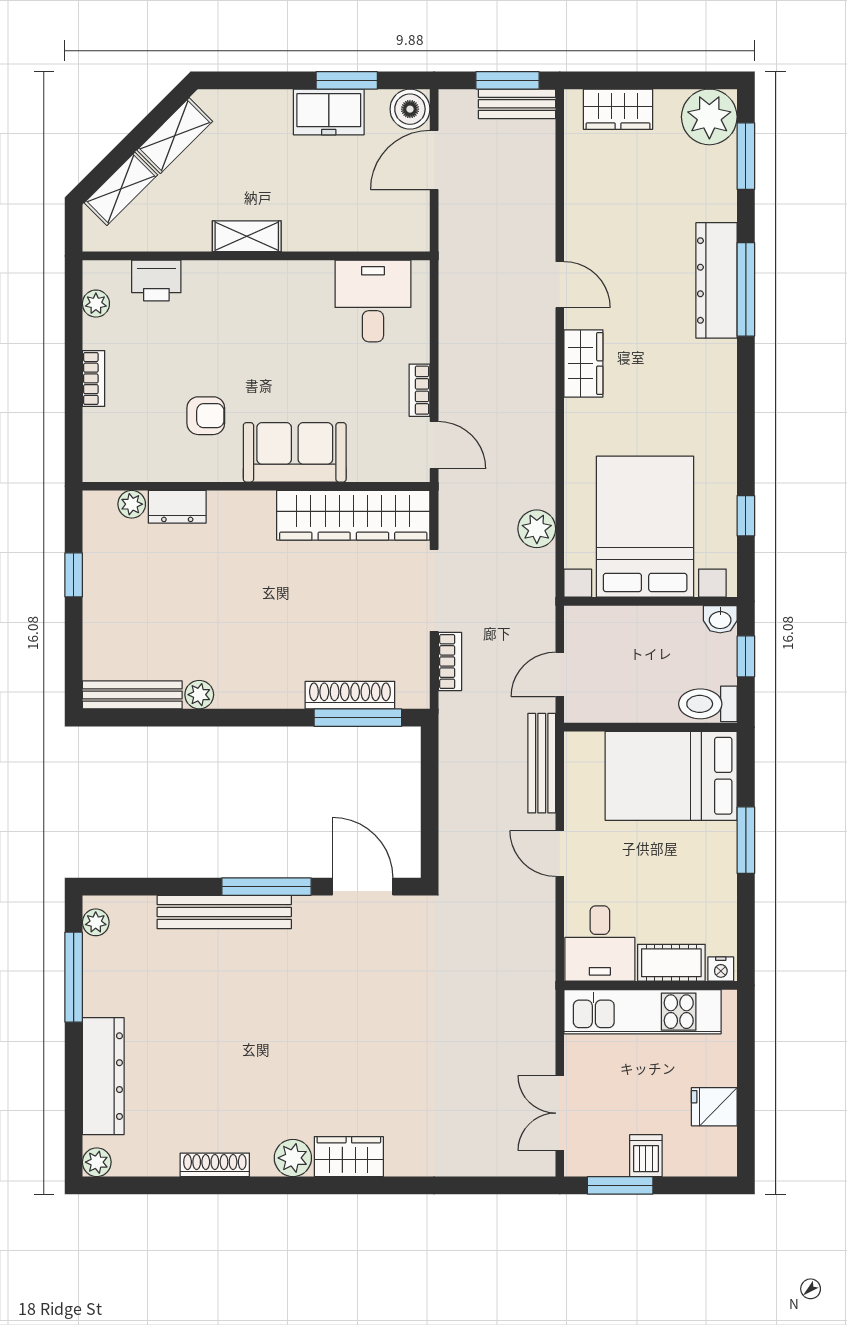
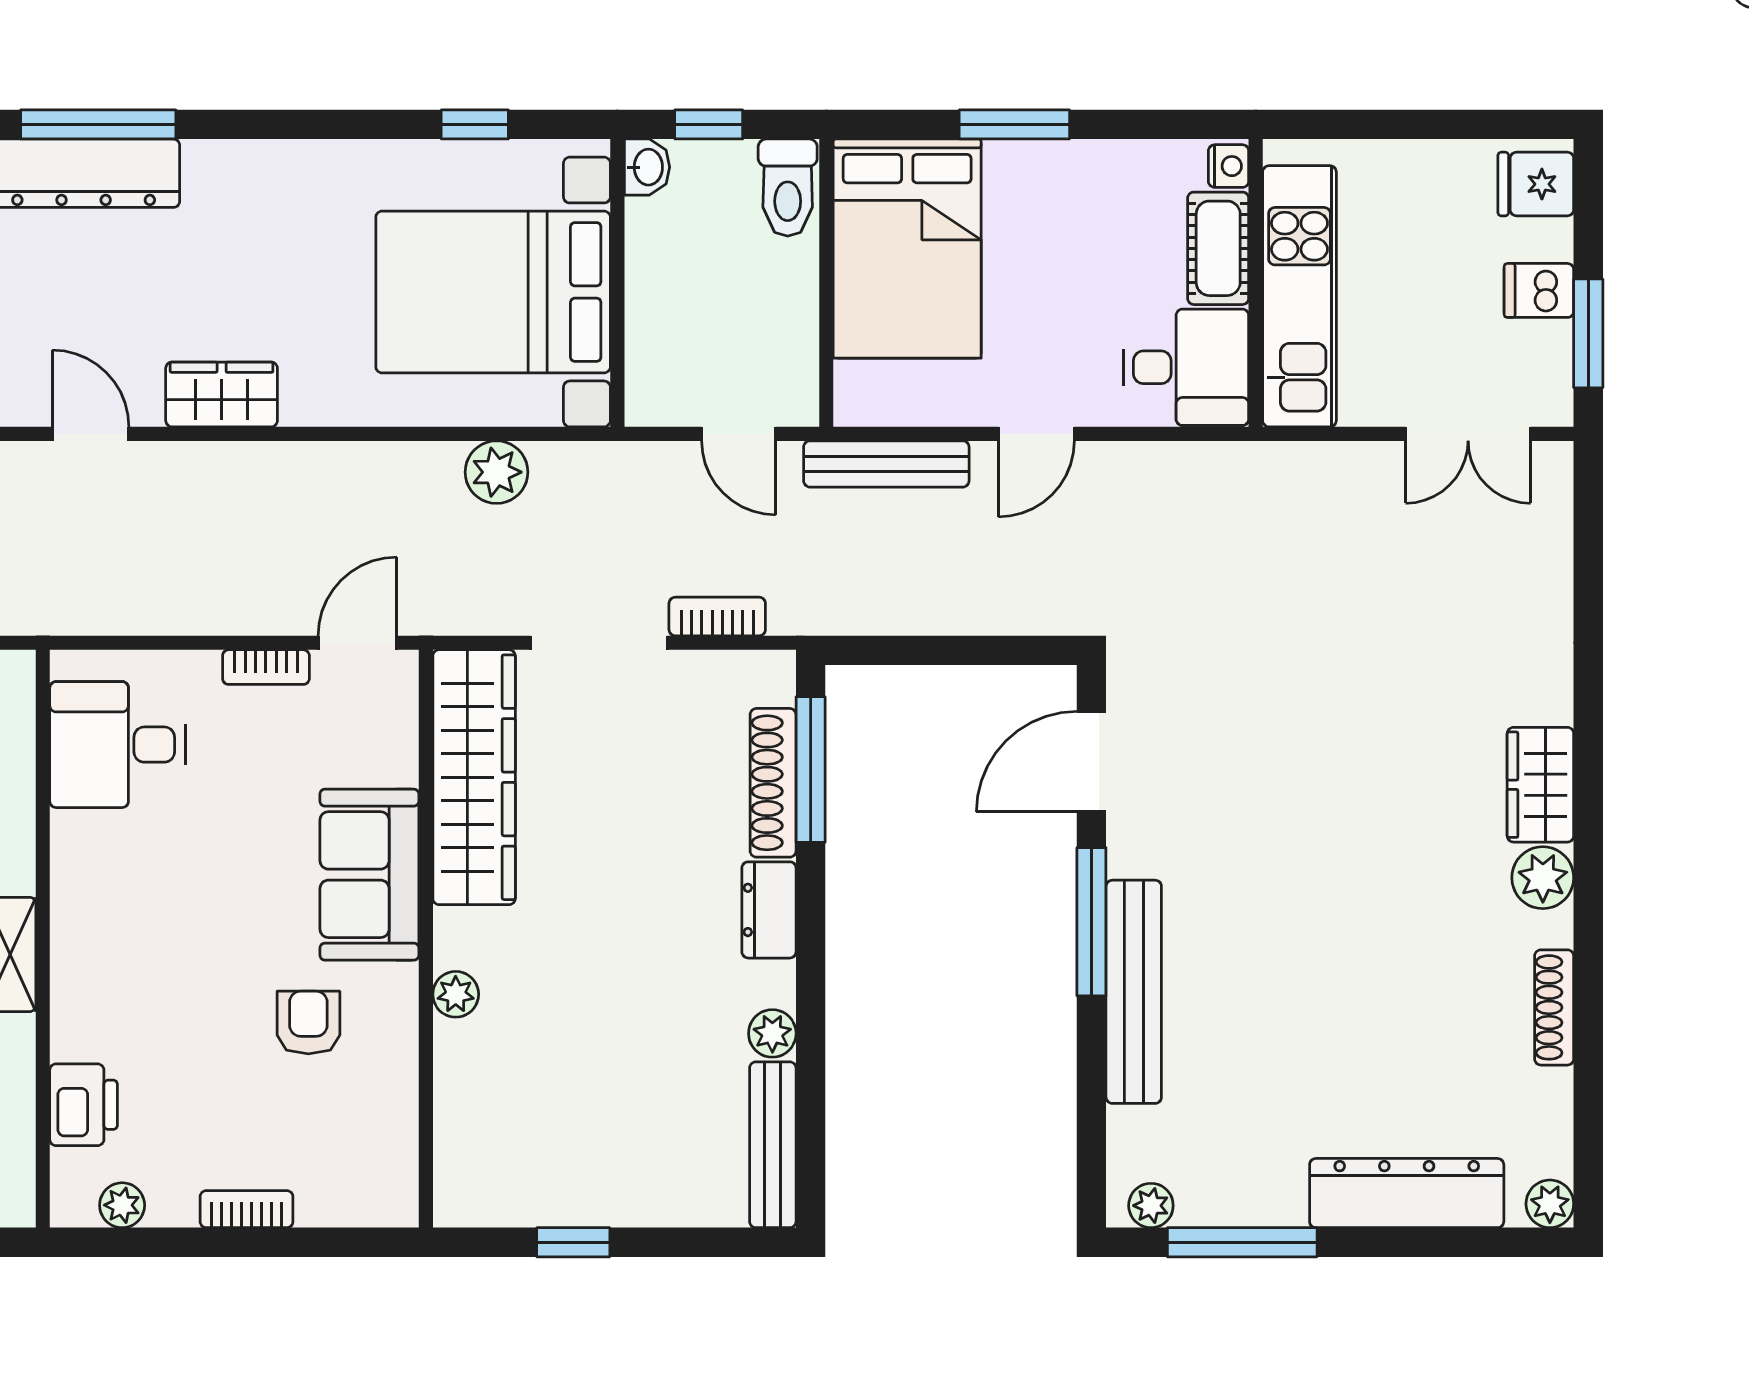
door: (560, 285) -> (91, 434), hinge flipped
plant: (132, 504) -> (456, 994), moved
dresser: (177, 507) -> (769, 910), moved, turned 180
fridge: (714, 1107) -> (1536, 184), moved, turned 90

